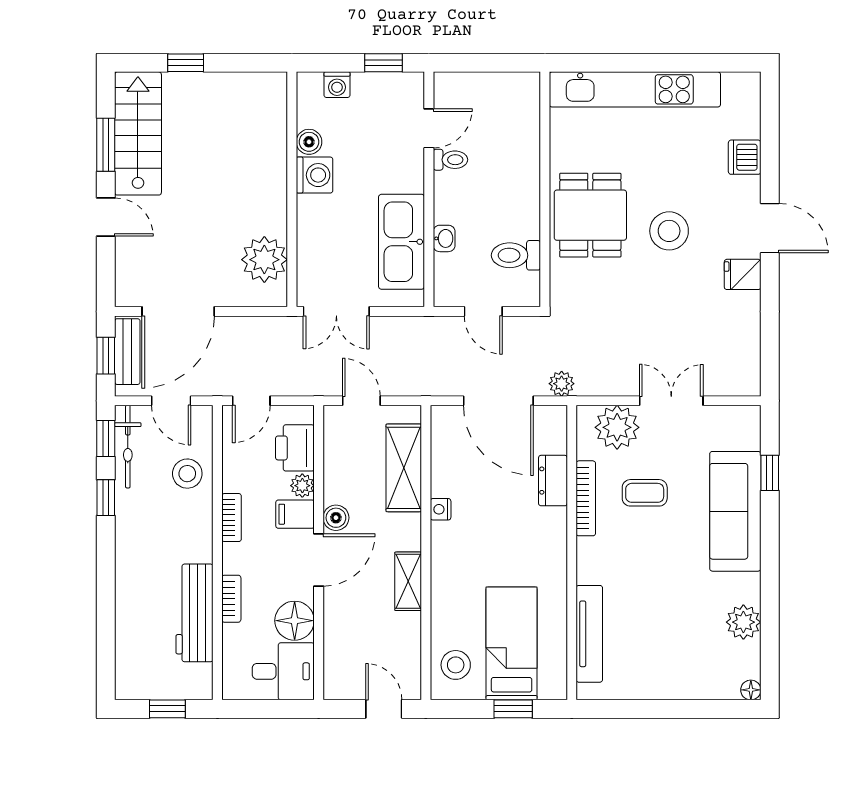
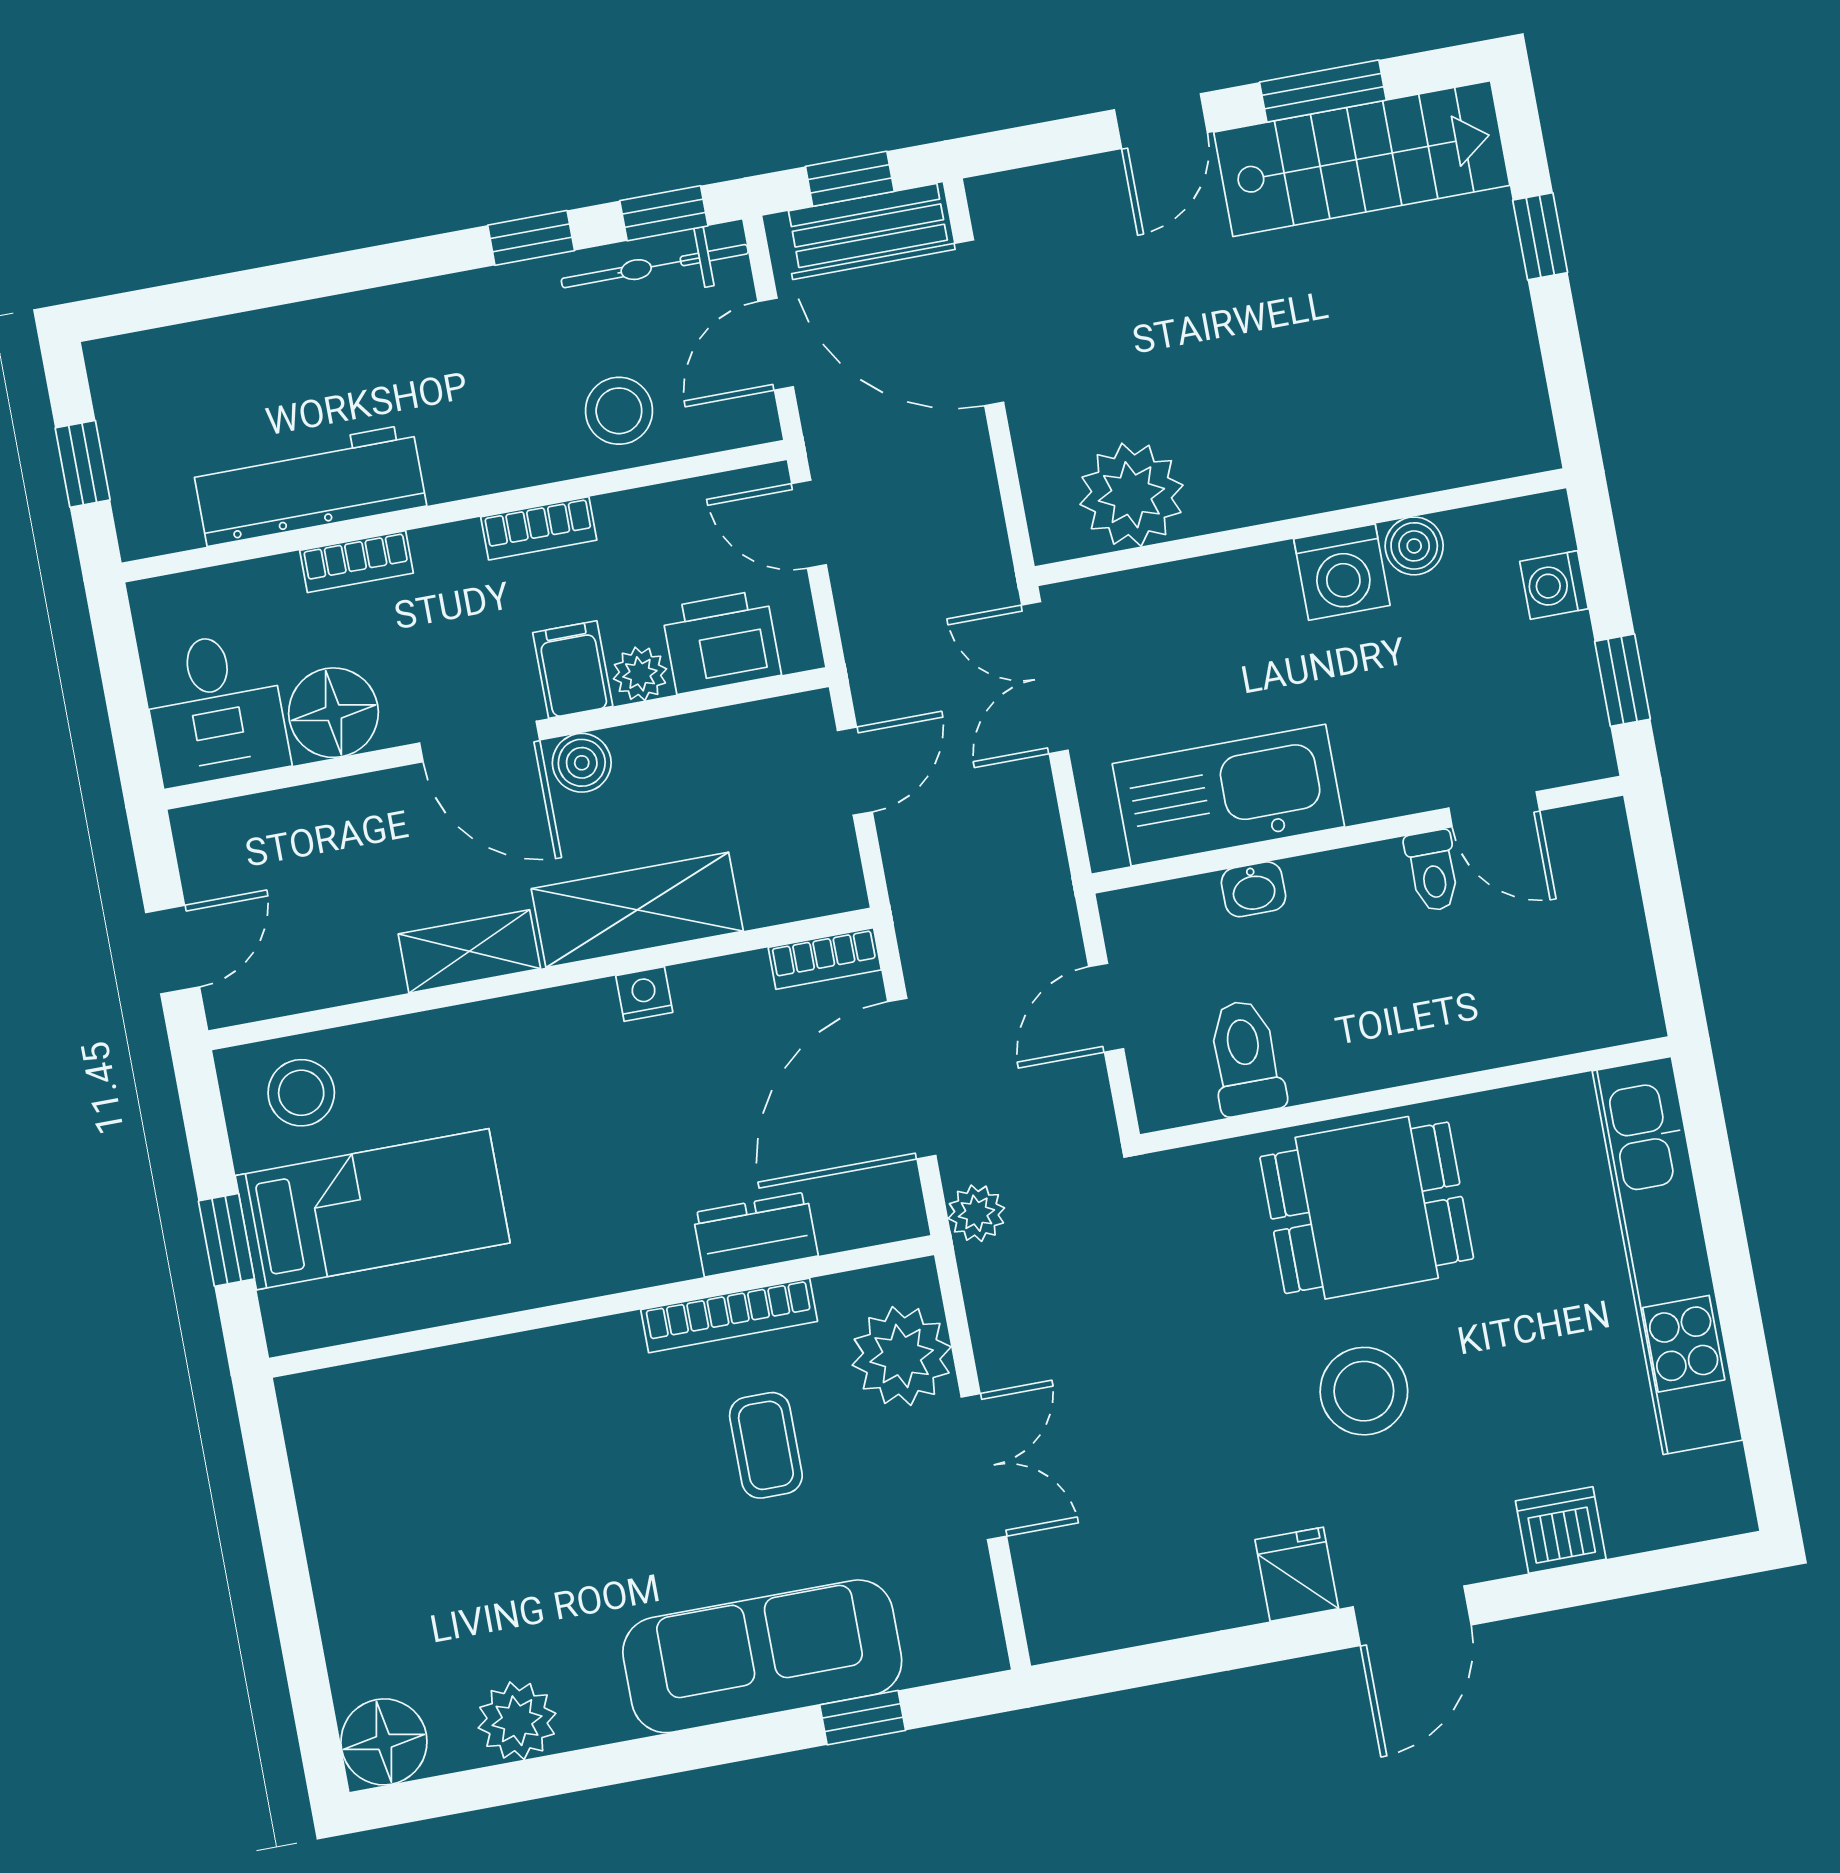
bookcase: (440, 429) -> (825, 959), added
shelving: (404, 468) -> (637, 910), moved
tv unit: (589, 634) -> (427, 1380), removed
floor lamp: (751, 690) -> (384, 1742), width x1.89, depth x1.89

